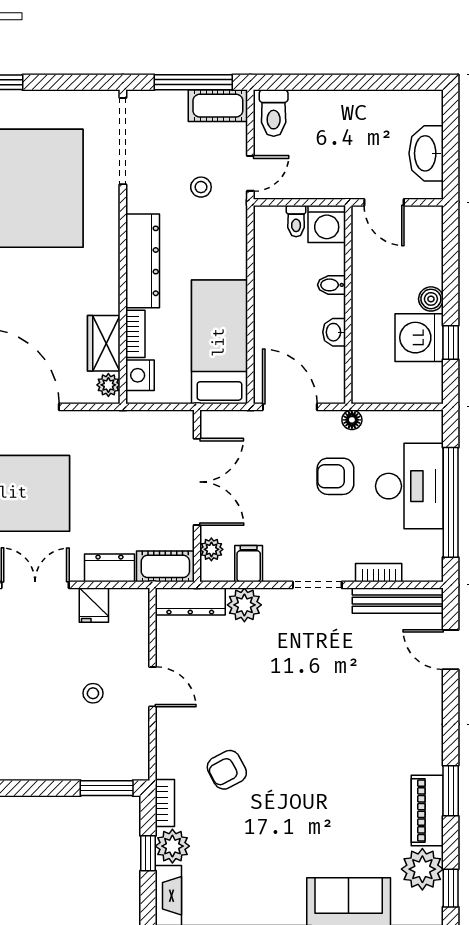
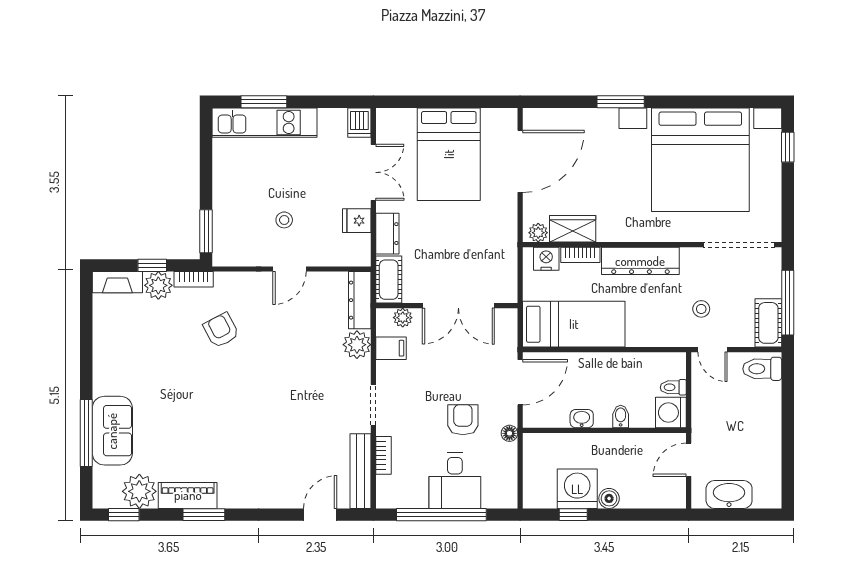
desk: (409, 486) -> (455, 481), width x0.73

